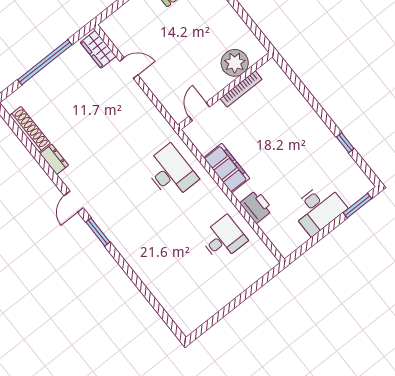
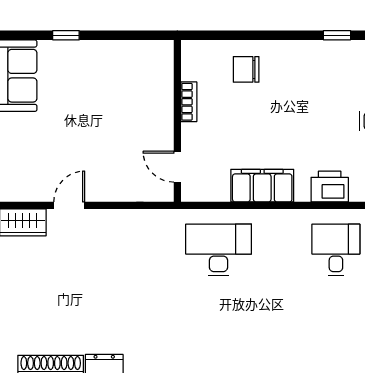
plant: (235, 63) -> (155, 86), removed
bookcase: (241, 89) -> (189, 102), width x0.64
chair: (285, 107) -> (246, 69), added

